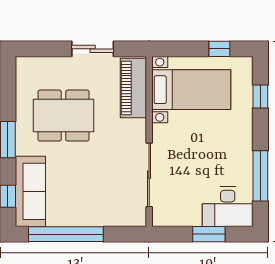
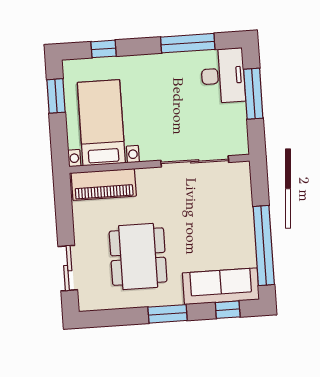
sliding door: (93, 49) -> (68, 268), moved
window: (219, 49) -> (56, 96), width x1.50
window: (209, 234) -> (253, 94), width x1.44

